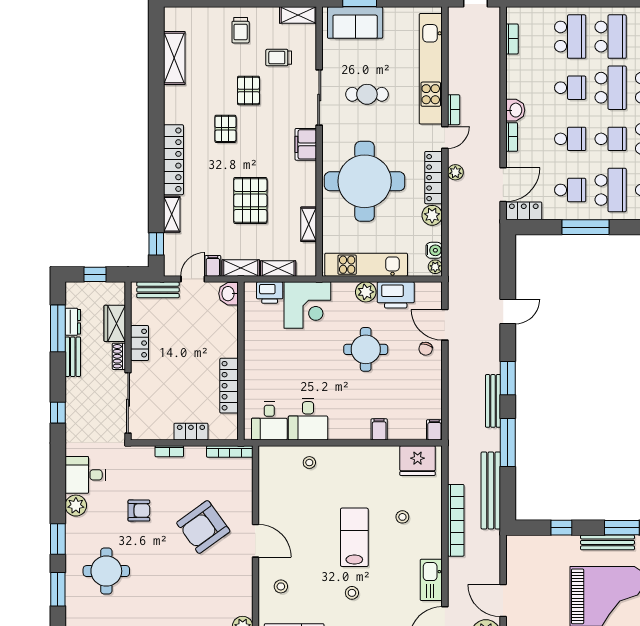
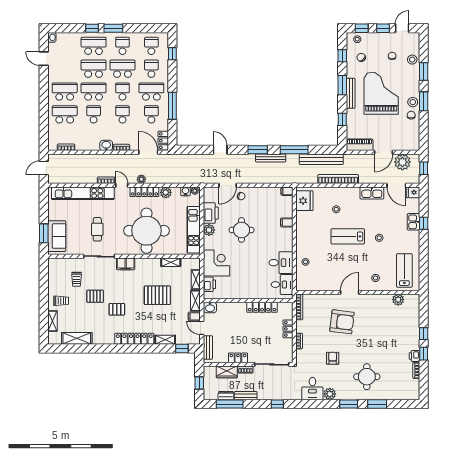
shelving: (298, 15) -> (52, 321), moved
armchair: (203, 527) -> (342, 322), turned -47
piano: (516, 558) -> (360, 145), added

